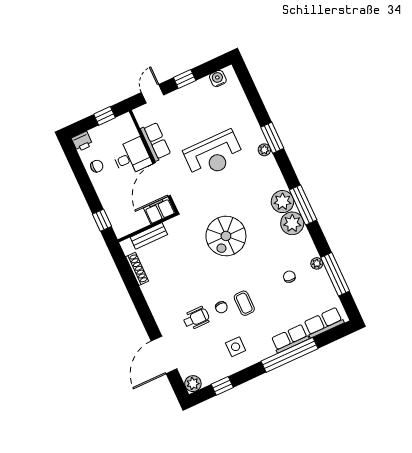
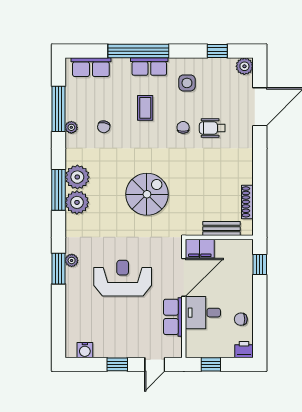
coffee table: (244, 303) -> (145, 108), moved
row of seats: (290, 339) -> (149, 67), moved

